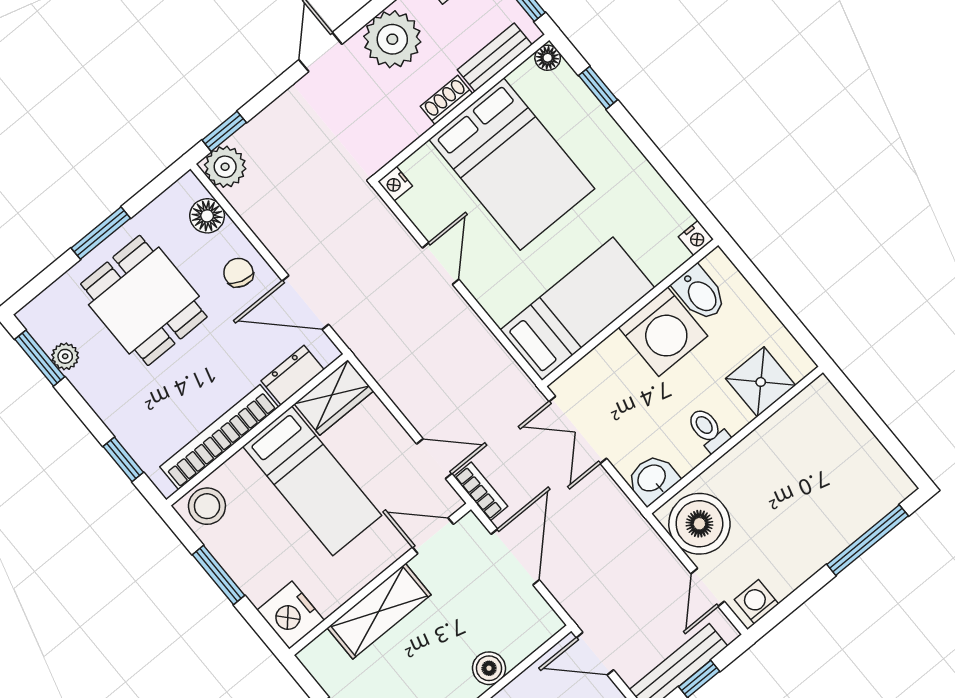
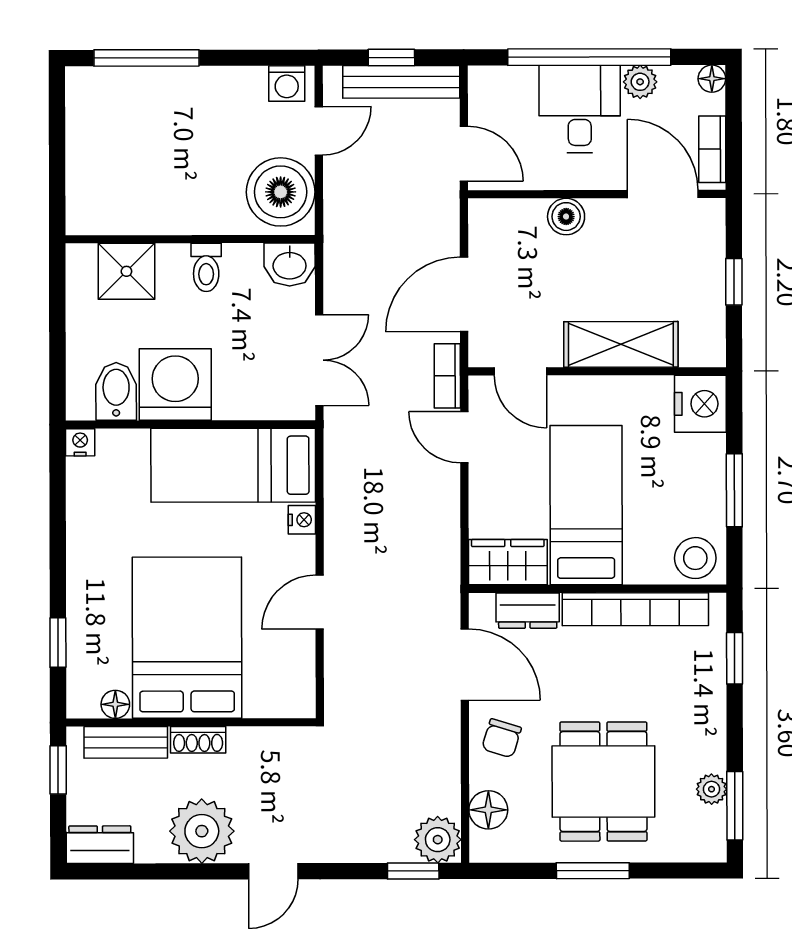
floor lamp: (548, 58) -> (115, 704), moved
nightstand: (395, 184) -> (302, 520), moved

